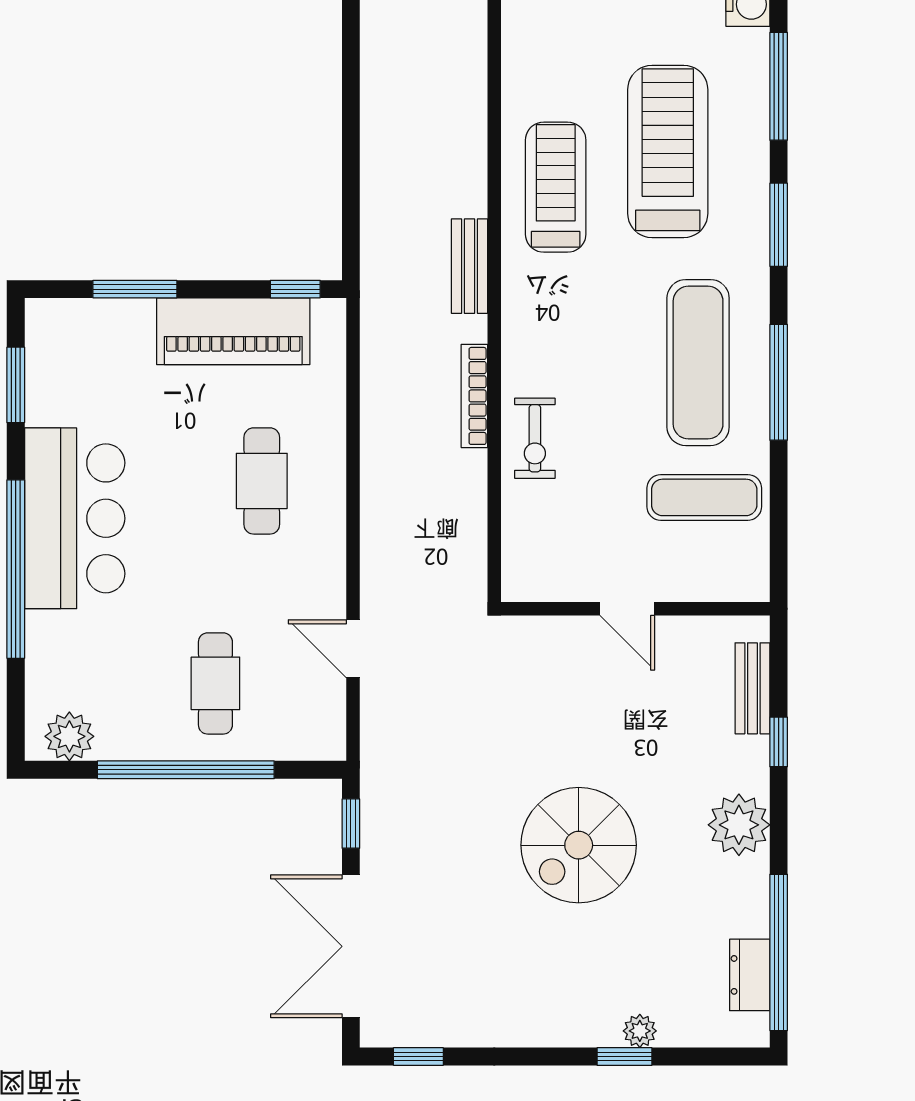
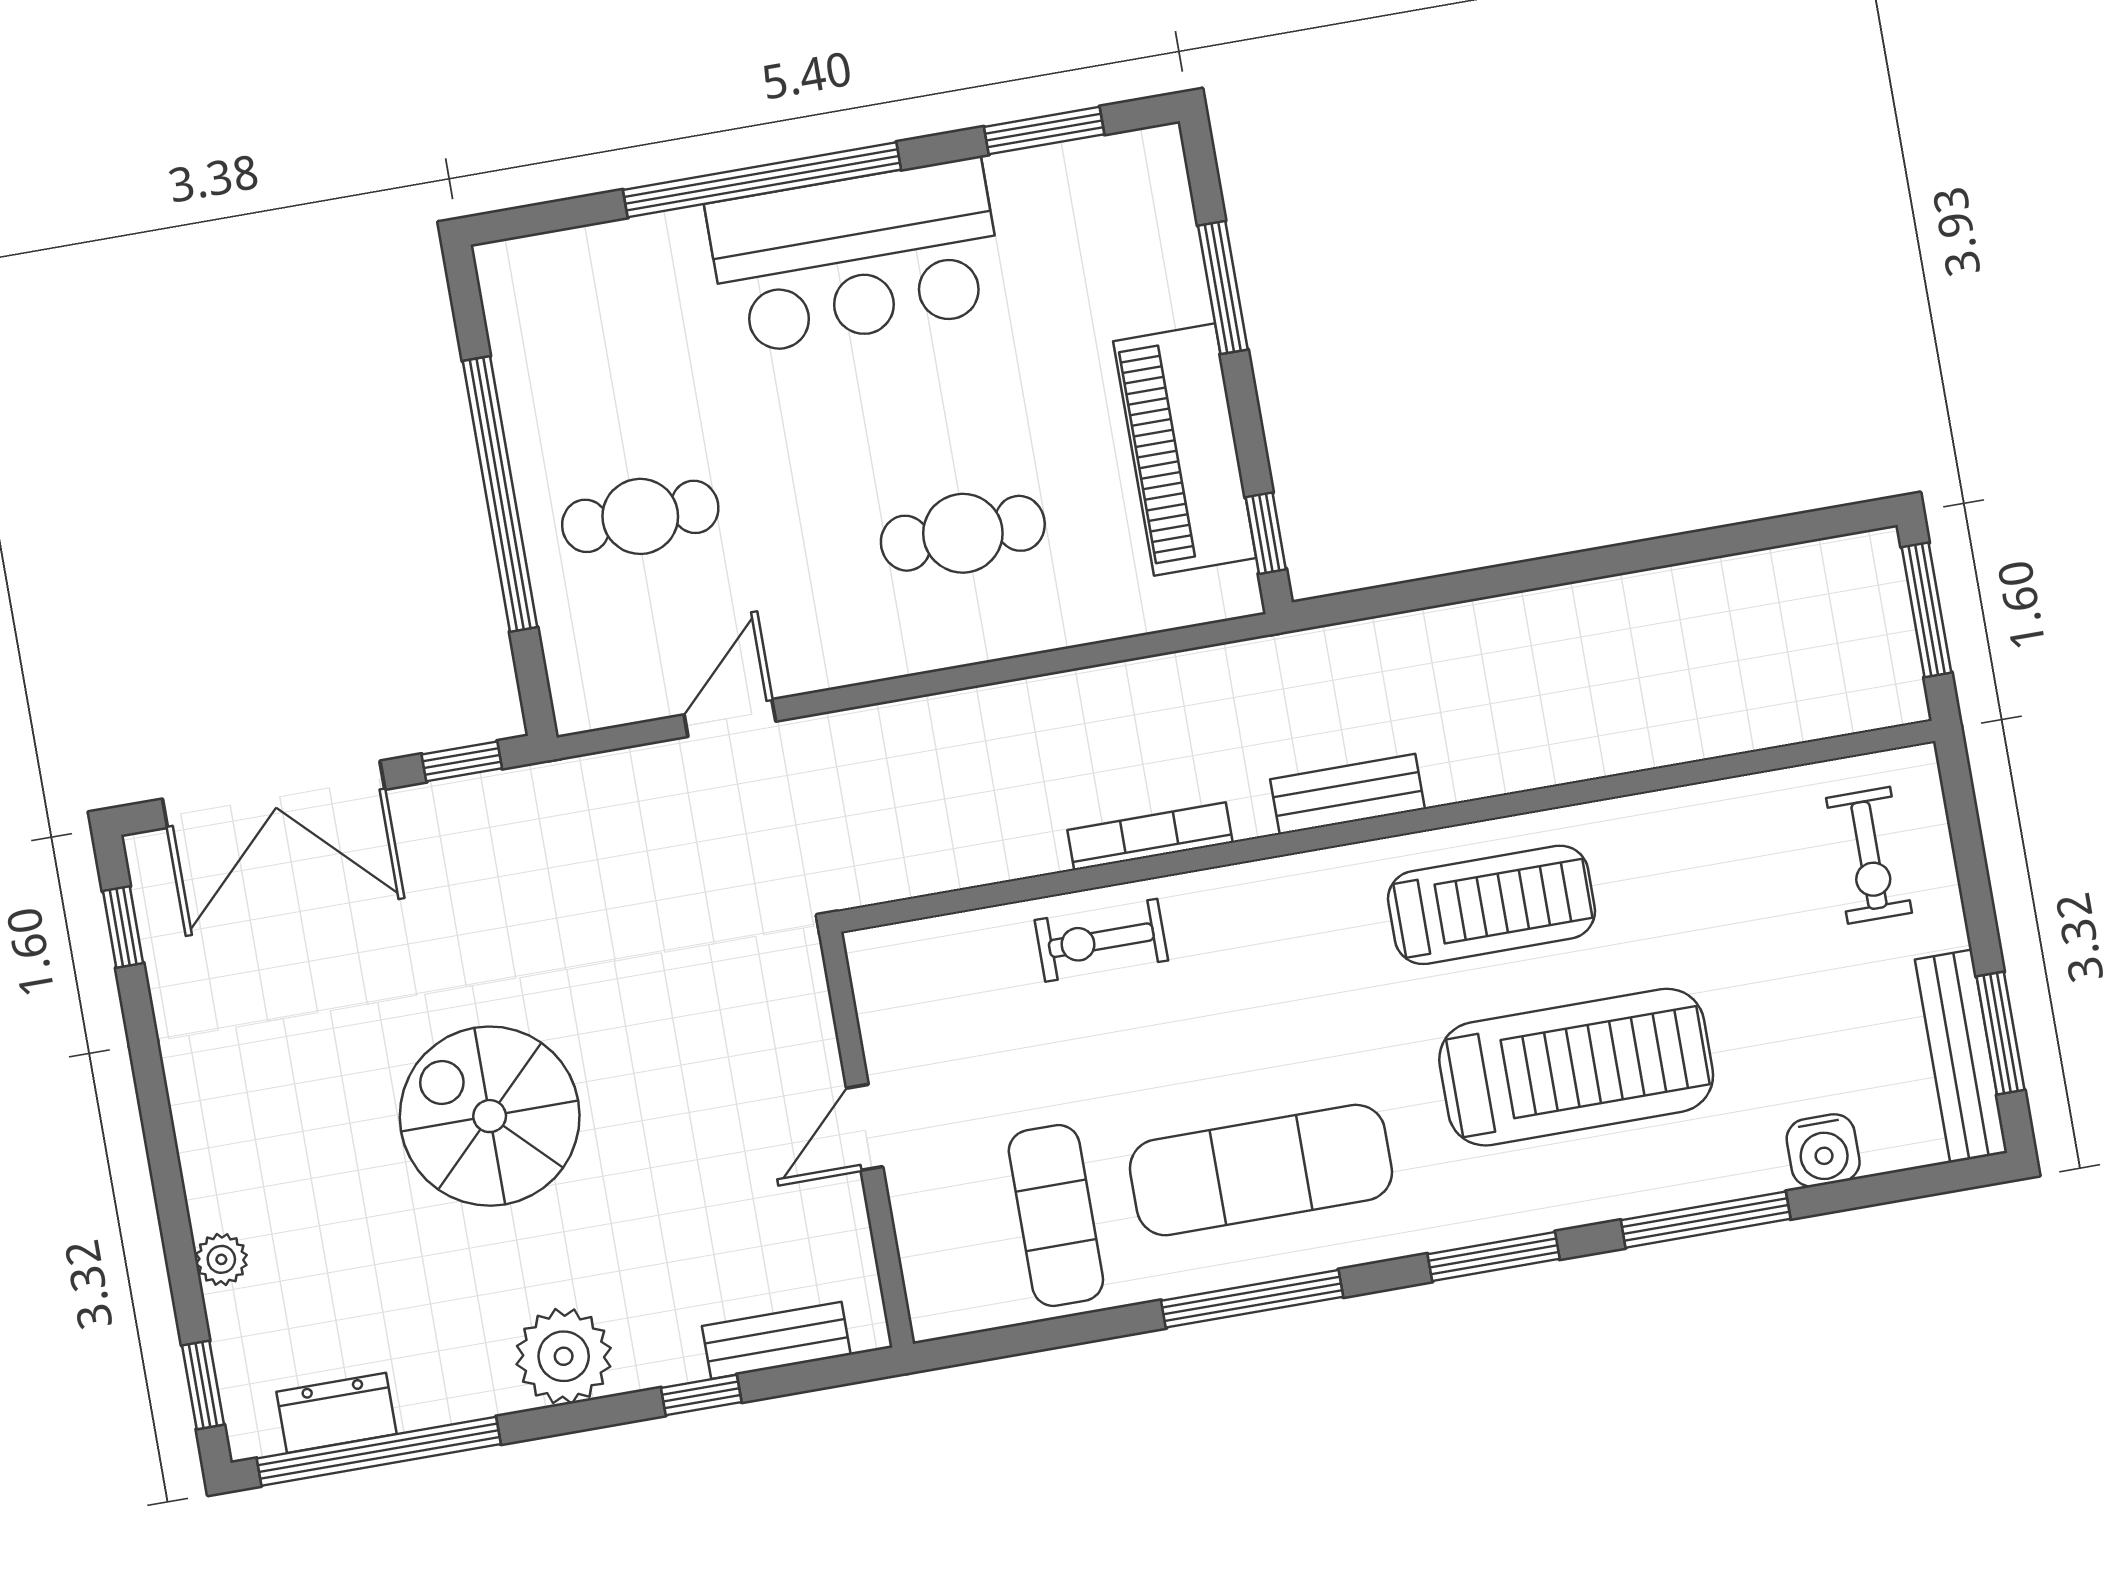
plant: (69, 736) -> (520, 307), removed
double door: (351, 946) -> (274, 794), swing flipped
window: (624, 1056) -> (203, 1385), moved

